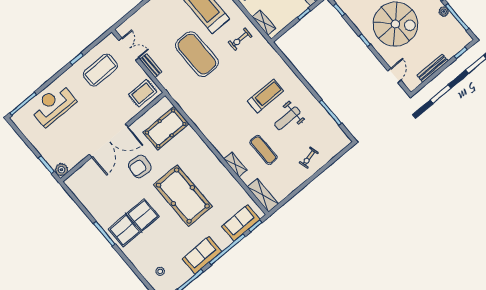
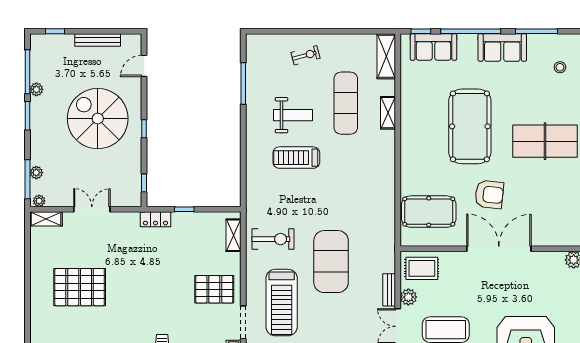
exercise bike: (240, 39) -> (273, 239), width x1.38, depth x1.39
plant: (137, 71) -> (408, 297), added
exercise mat: (264, 150) -> (346, 103), width x1.36, depth x1.45

